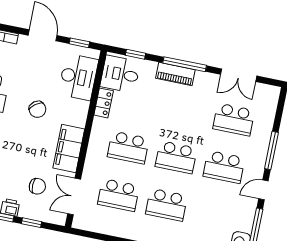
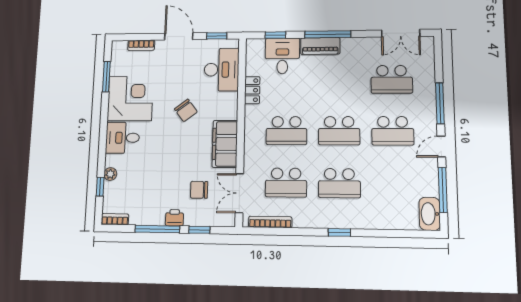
desk: (120, 74) -> (282, 56), moved, turned 90
double door: (239, 75) -> (401, 33), moved
chair: (37, 186) -> (199, 190), turned 180
bookcase: (97, 228) -> (270, 222), added

